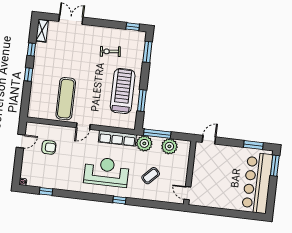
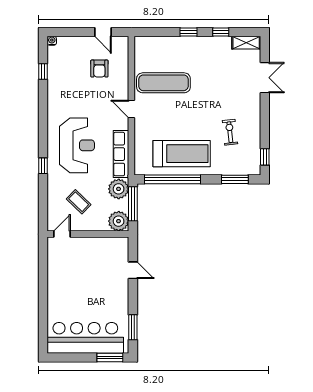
window: (142, 100) -> (172, 179), width x2.11
wall: (190, 173) -> (88, 234), moved
door: (187, 193) -> (62, 234), moved

